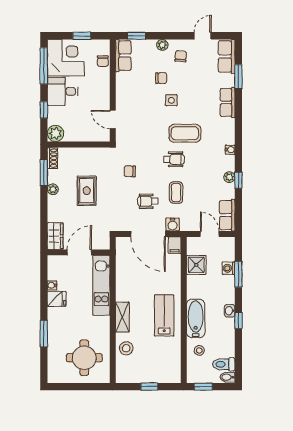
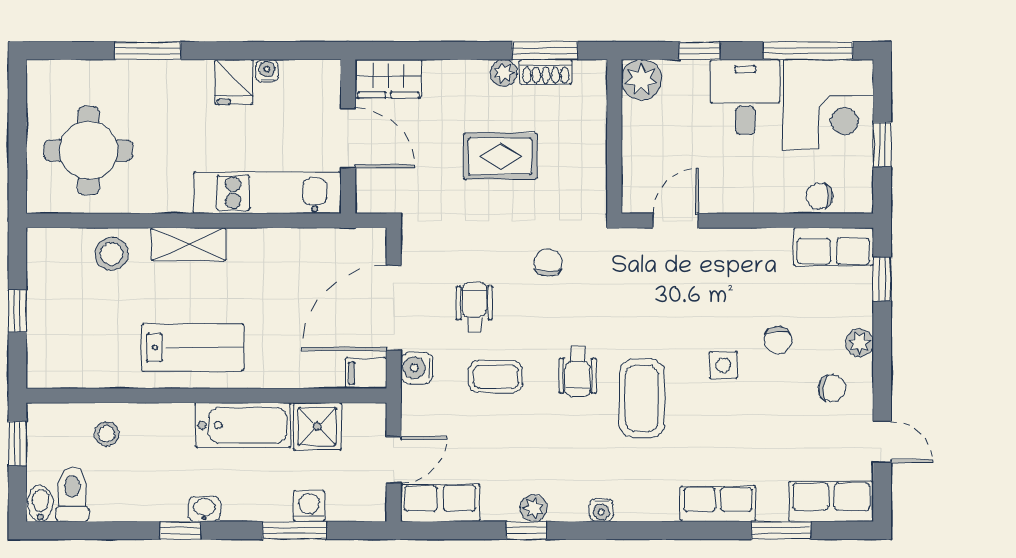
shoe rack: (52, 158) -> (546, 72), moved
bathtub: (196, 318) -> (243, 425), moved

